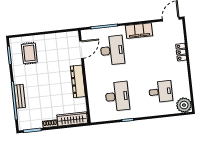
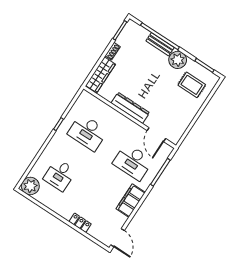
plant: (20, 76) -> (178, 60), added

